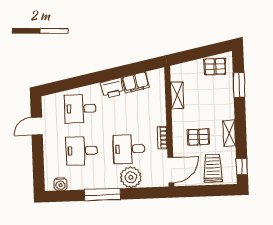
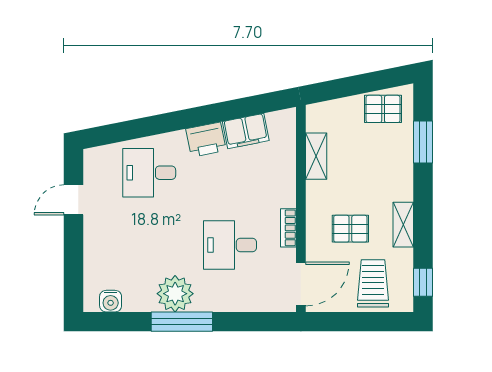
desk: (82, 151) -> (149, 245), removed
plant: (131, 177) -> (175, 294), moved

